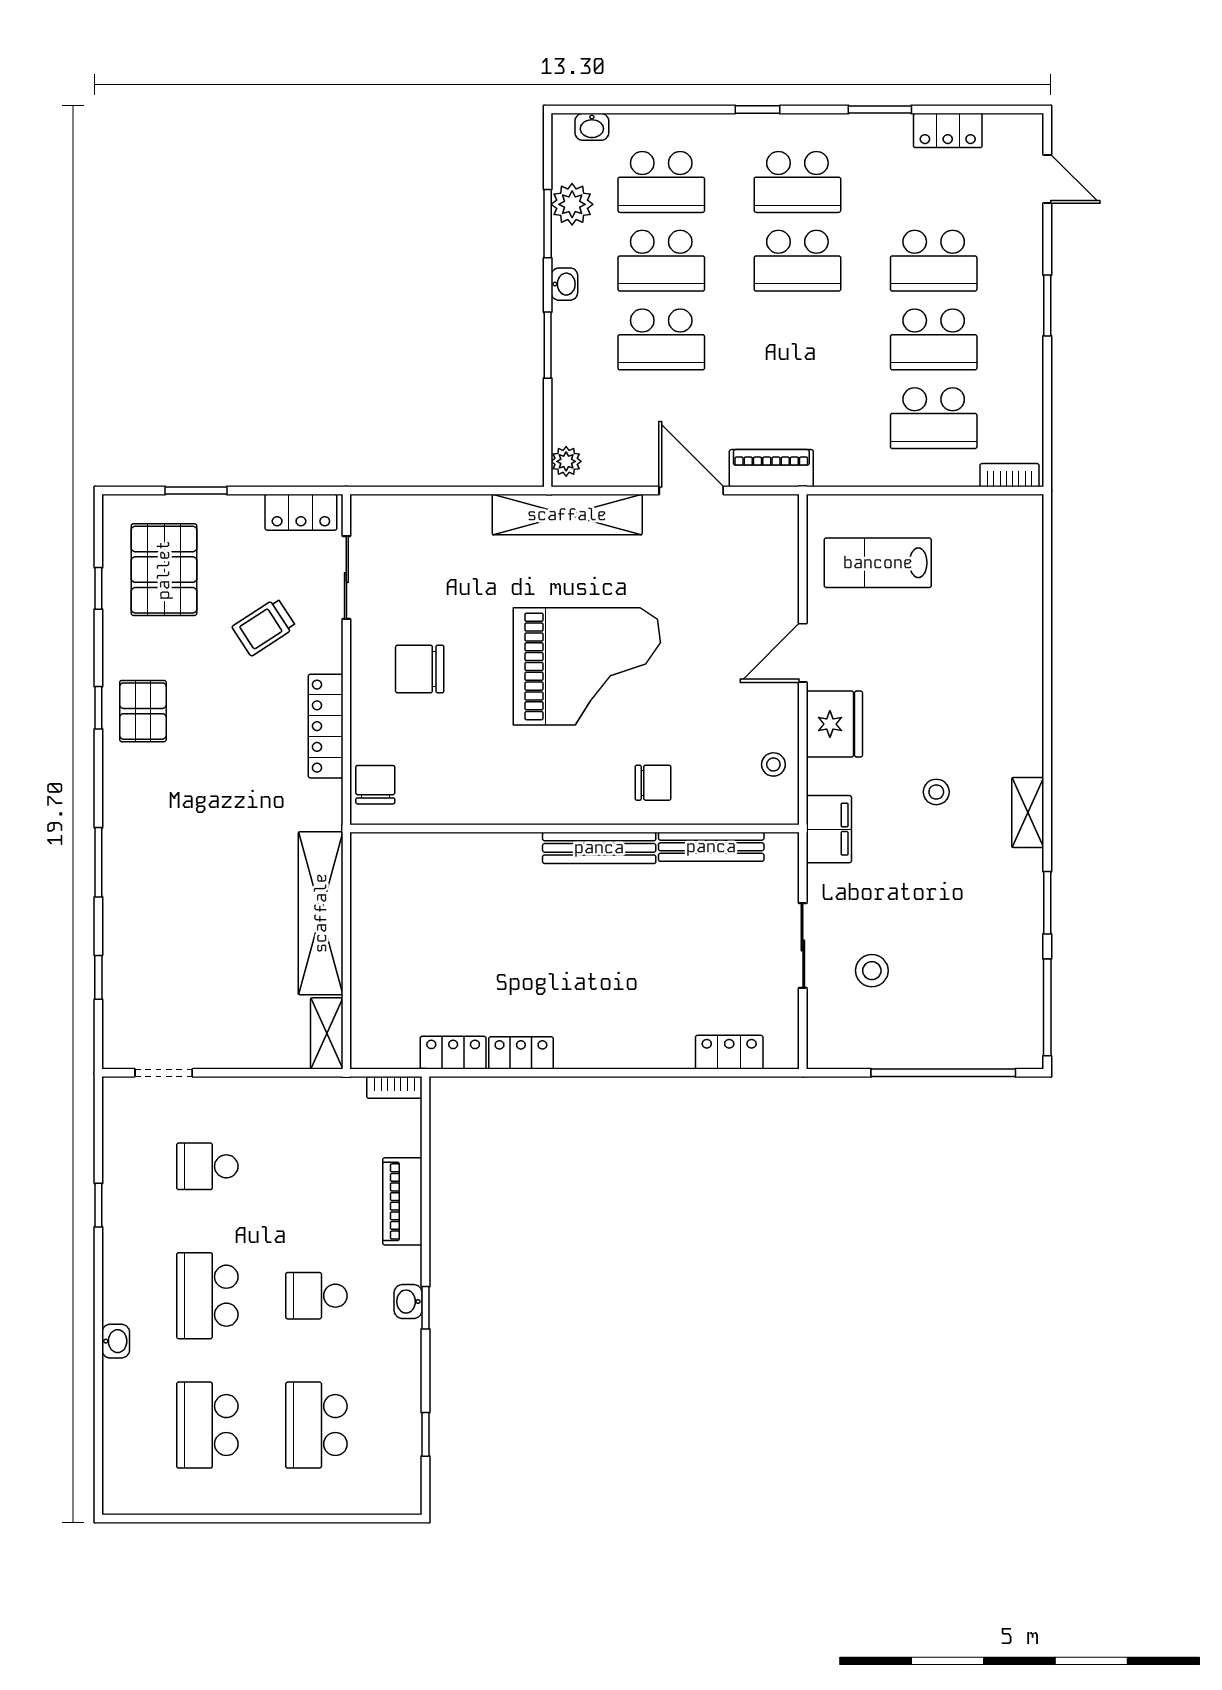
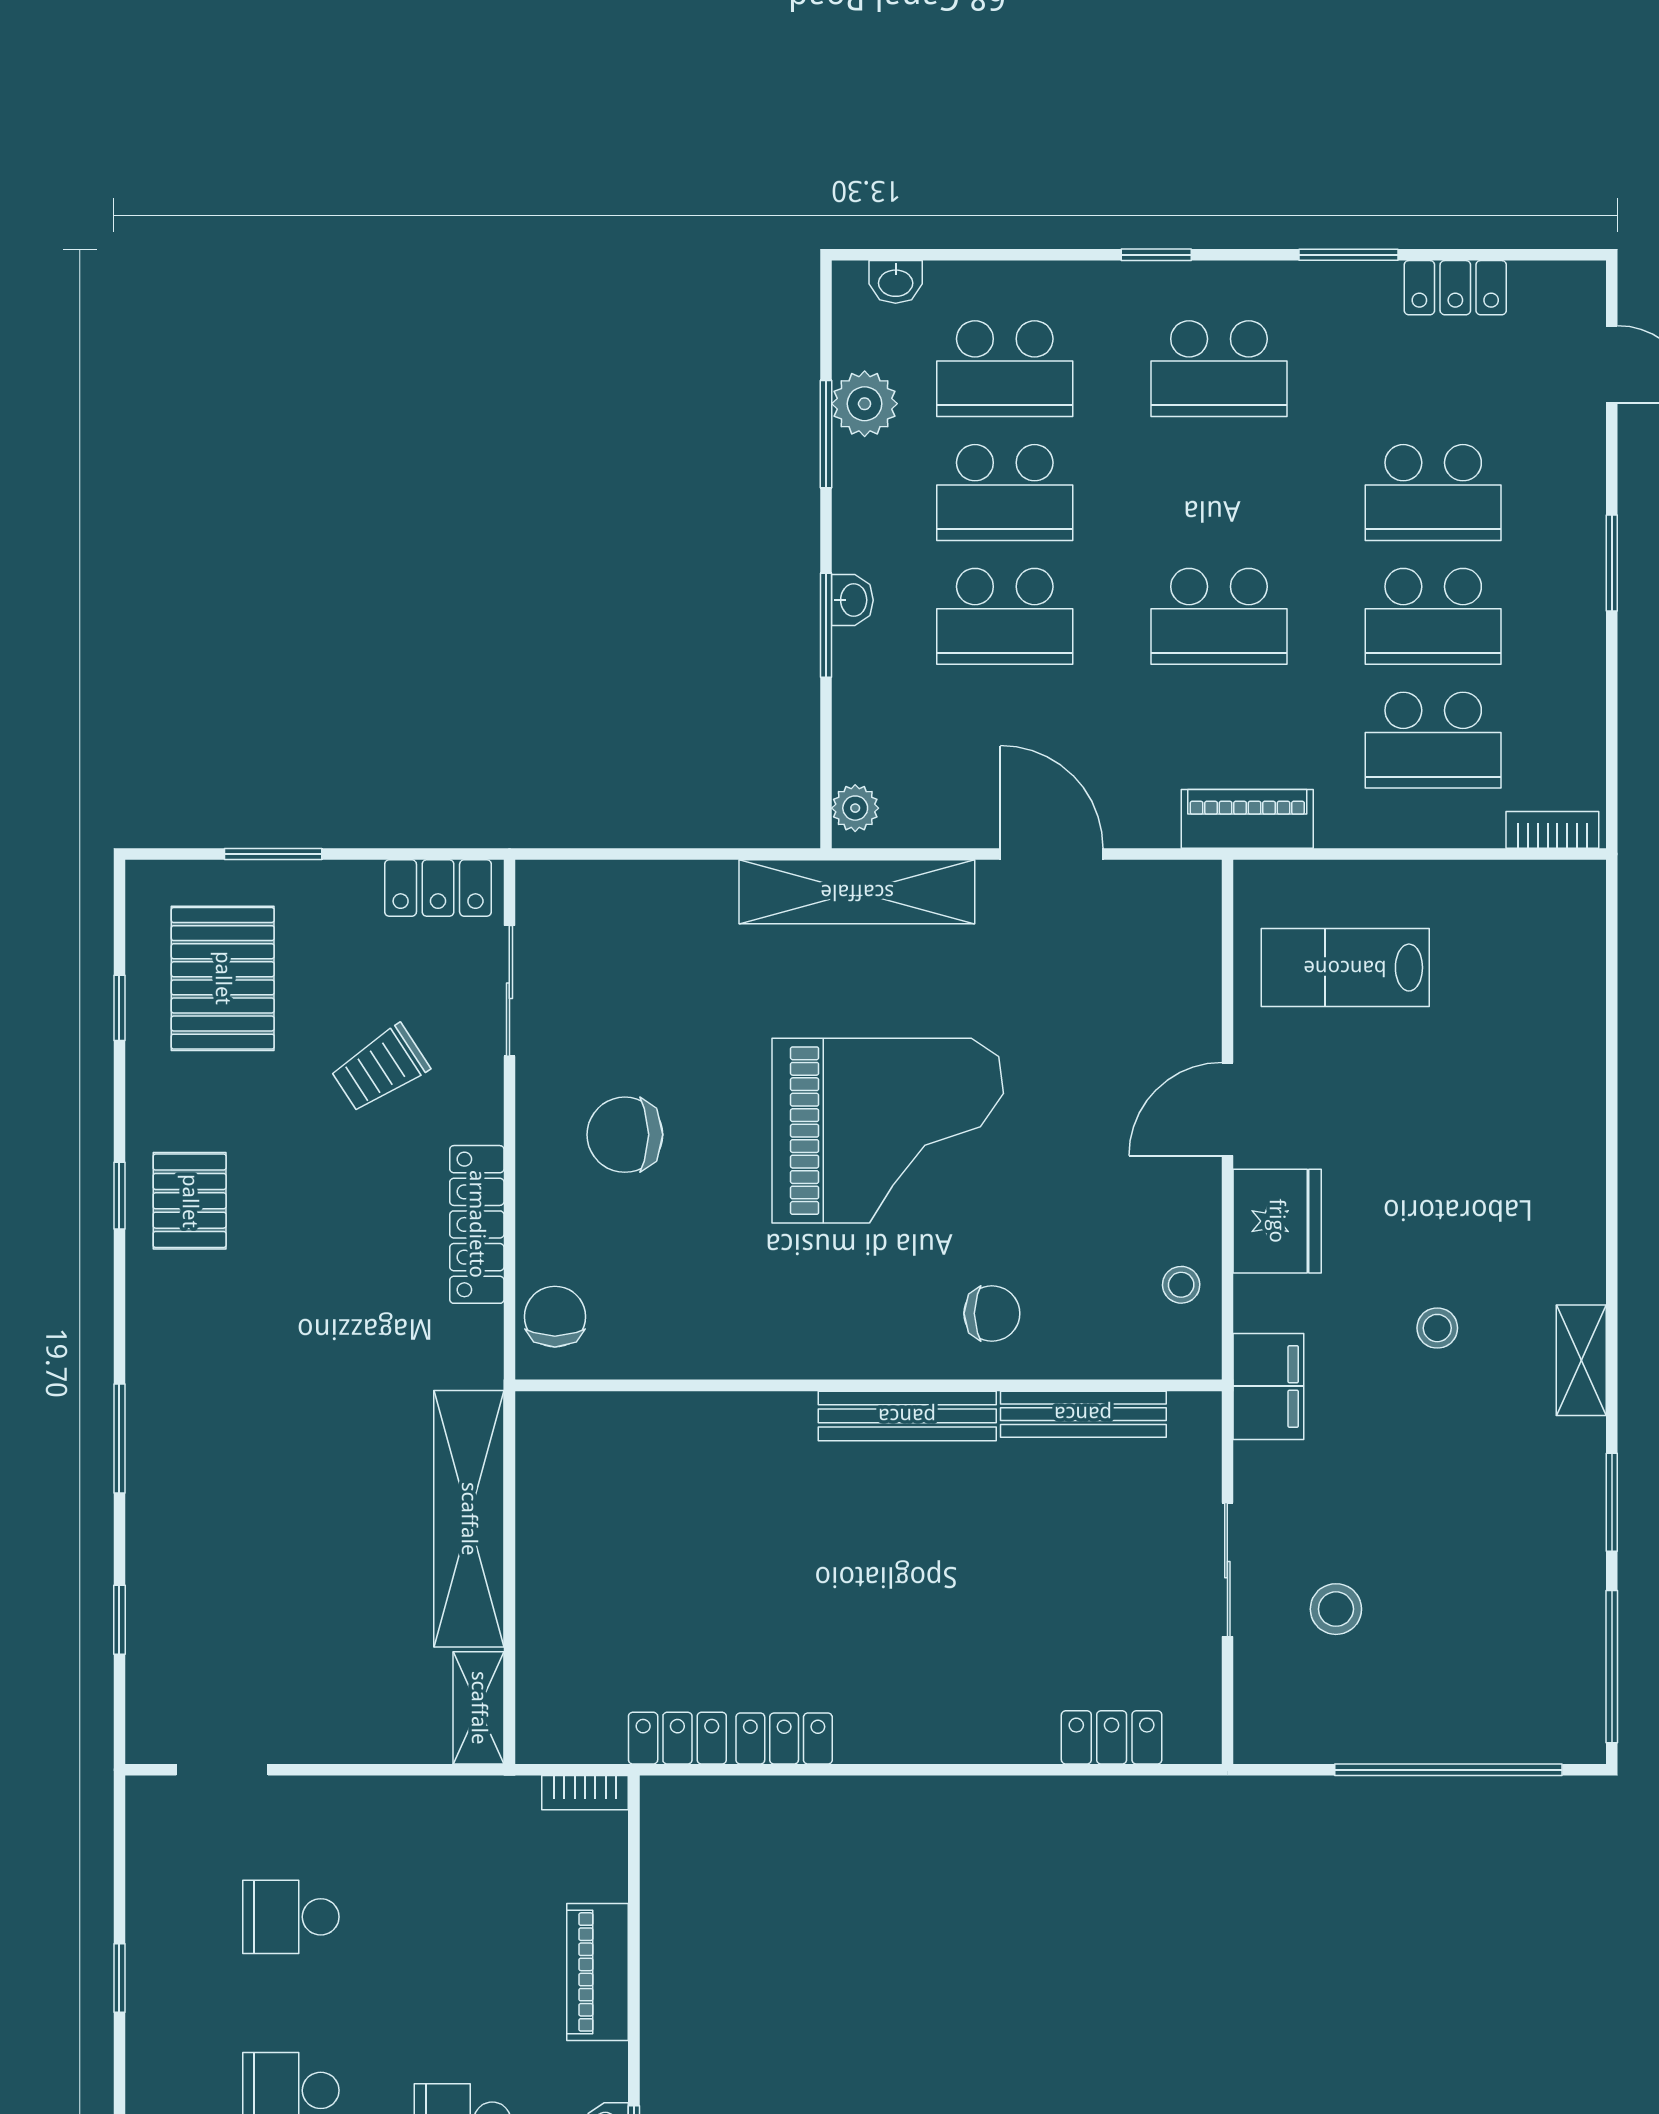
school desk: (797, 261) -> (1219, 616), moved
washbasin: (564, 284) -> (852, 600), moved
piano: (771, 468) -> (1247, 819), moved

